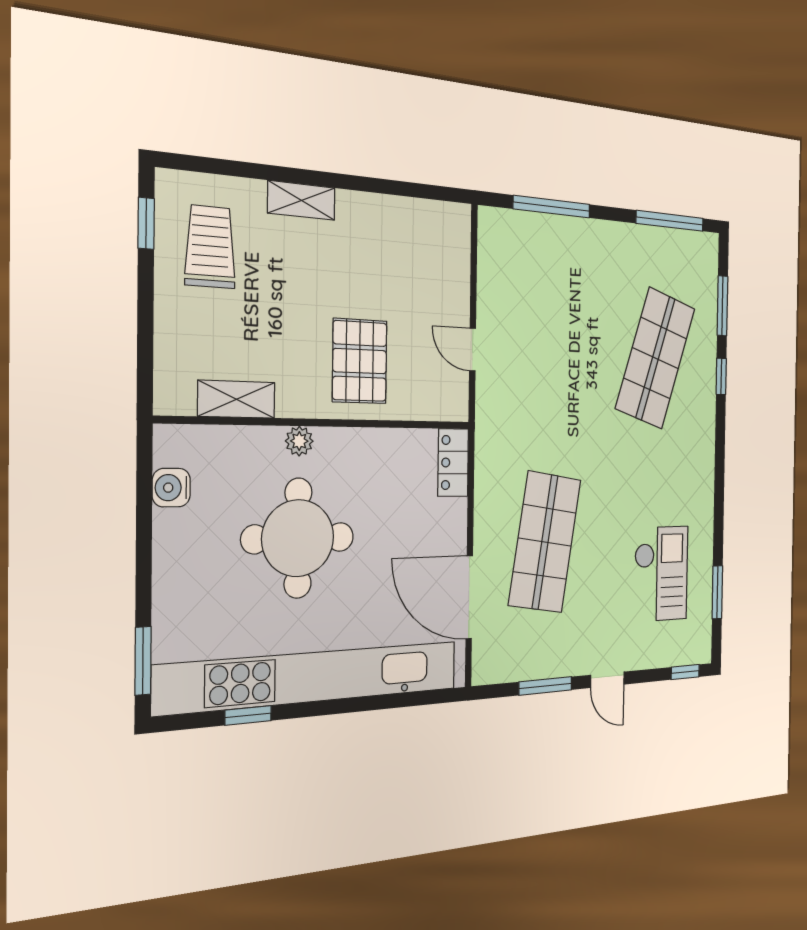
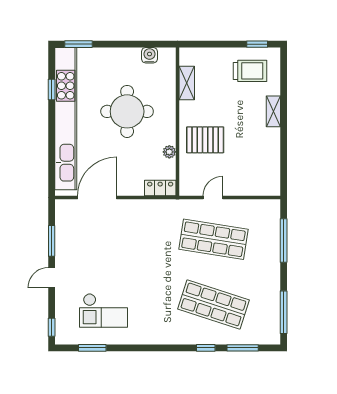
plant: (299, 441) -> (169, 152), moved
shop shelf: (545, 542) -> (213, 239), moved

